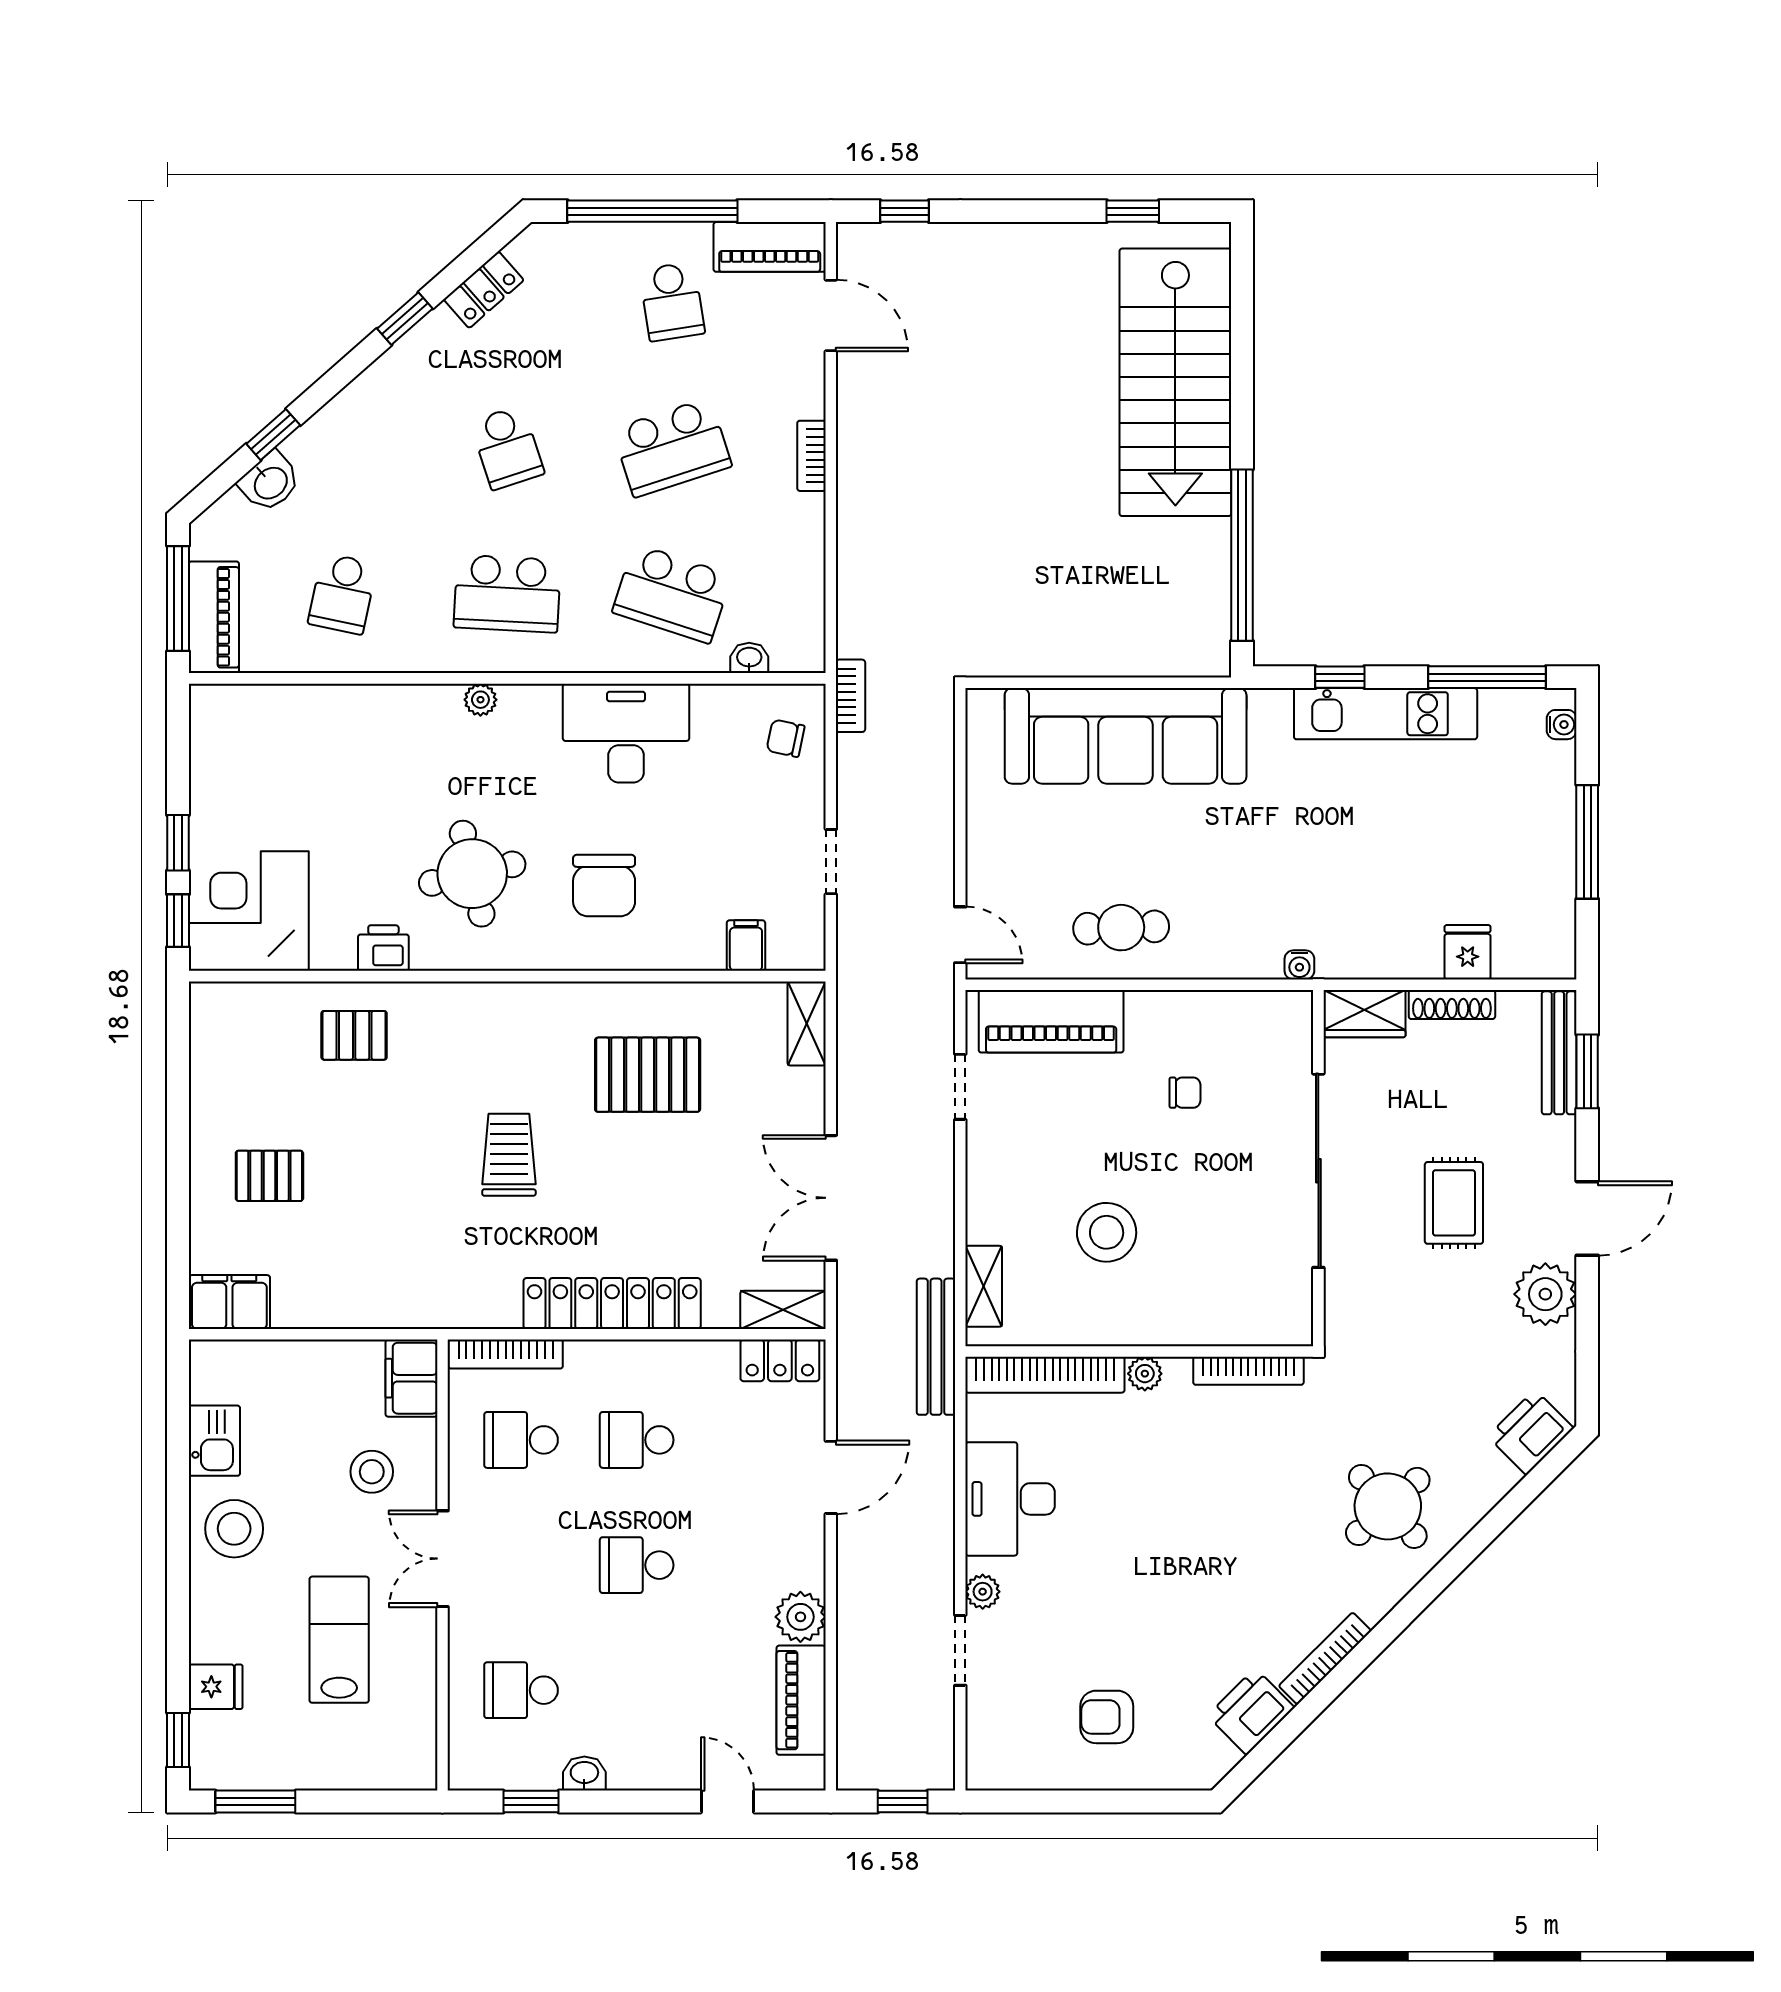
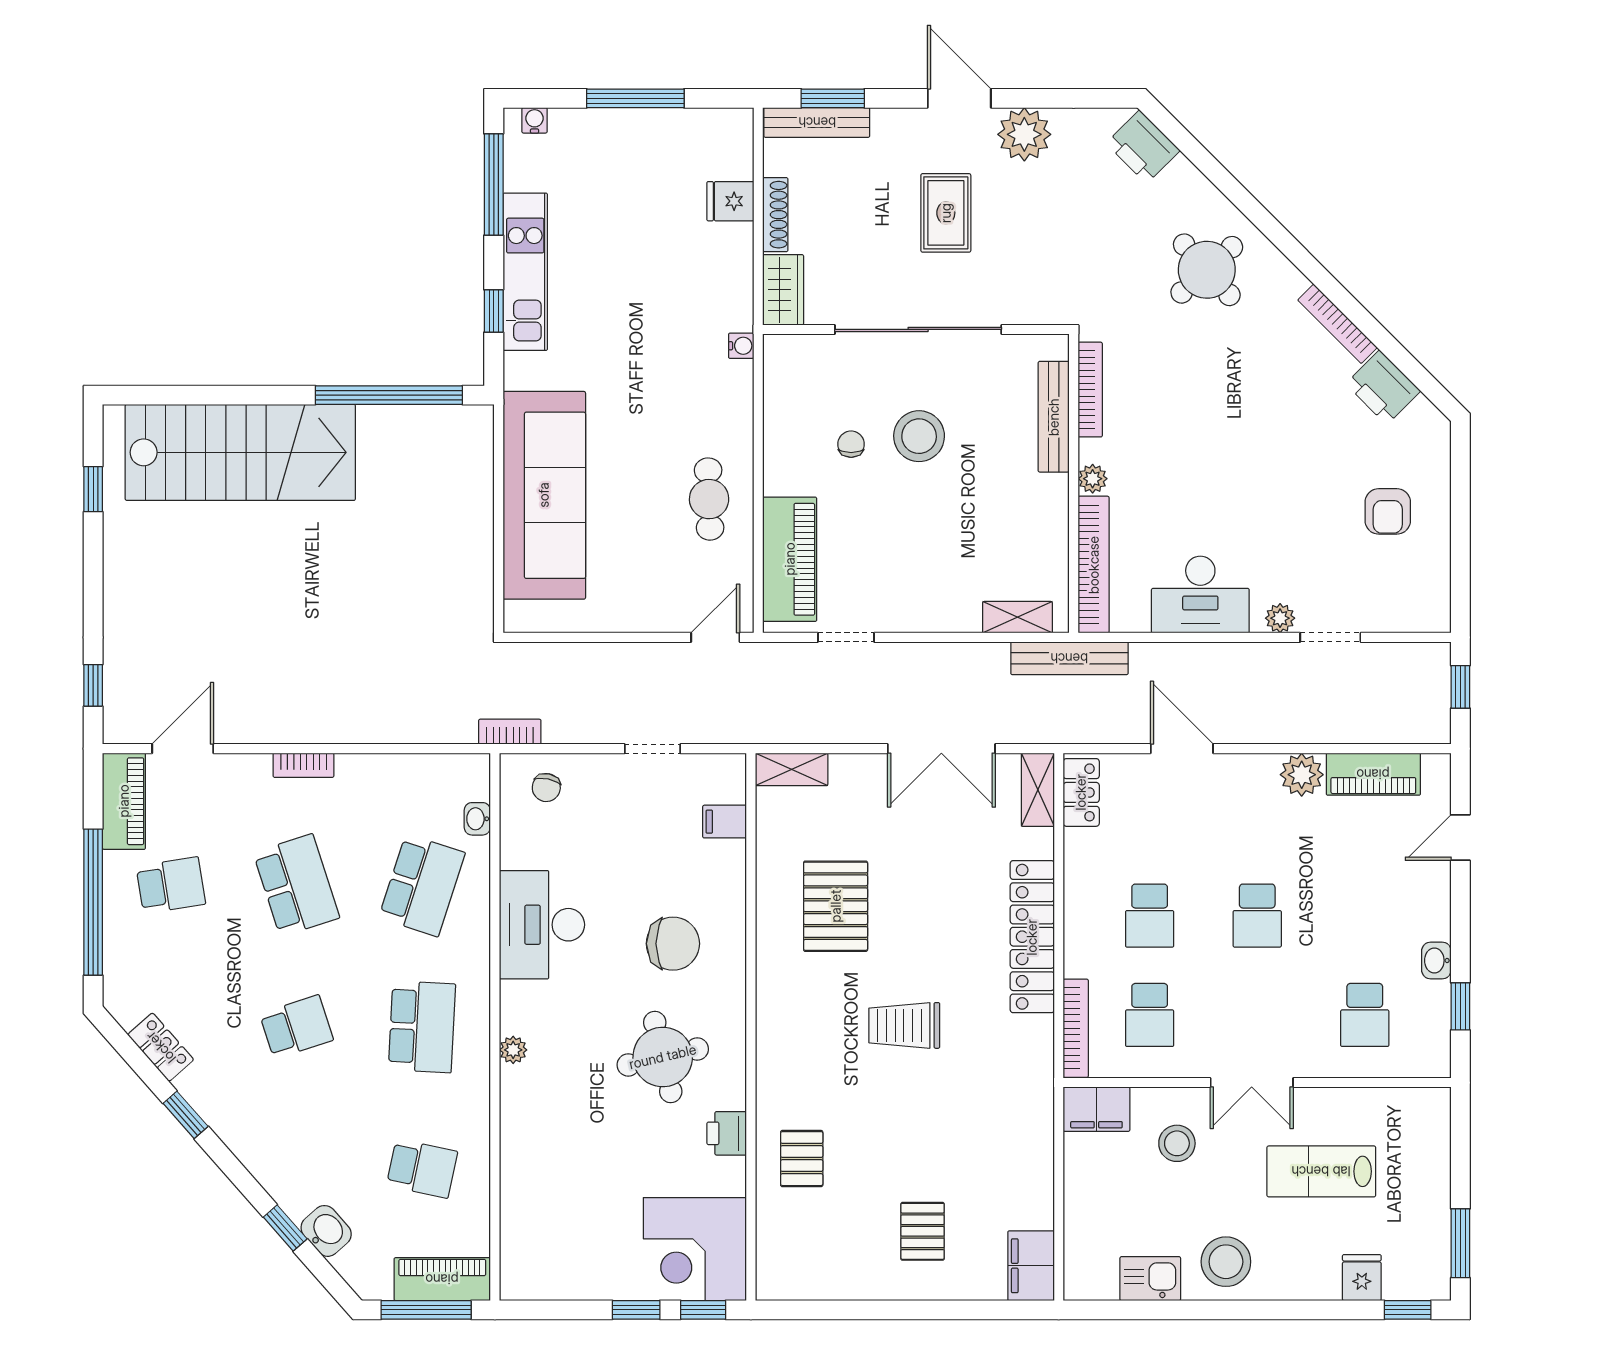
rug: (1454, 1203) -> (946, 213), turned 90
stool: (1107, 1232) -> (919, 436), moved
bench: (1217, 1328) -> (1054, 417), added

